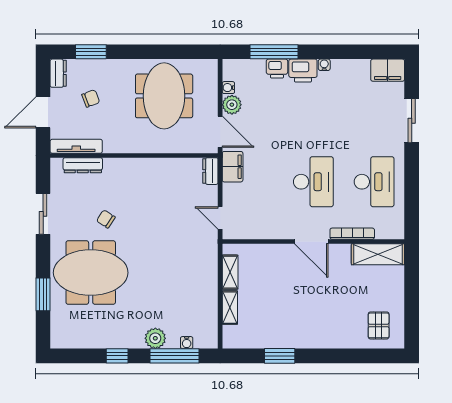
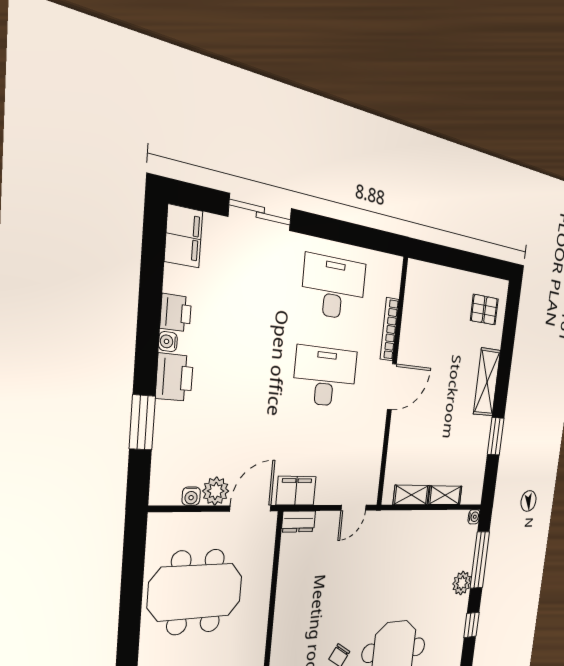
window: (274, 52) -> (142, 422), width x0.69
printer: (277, 69) -> (176, 313), moved
shelving: (378, 254) -> (487, 382), moved
water cooler: (187, 343) -> (474, 517), moved

